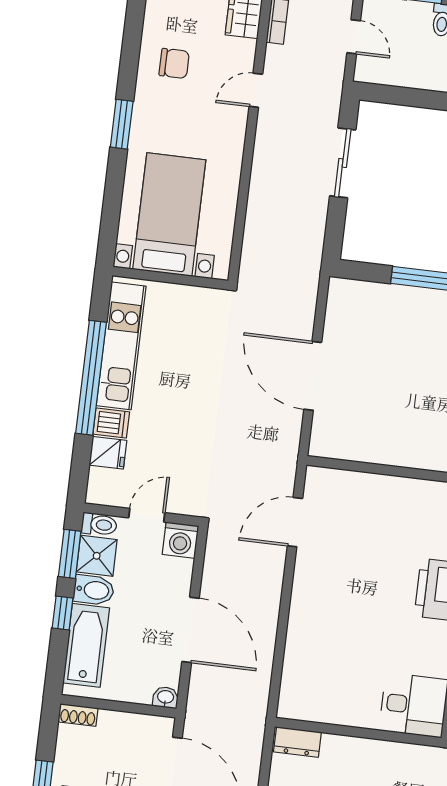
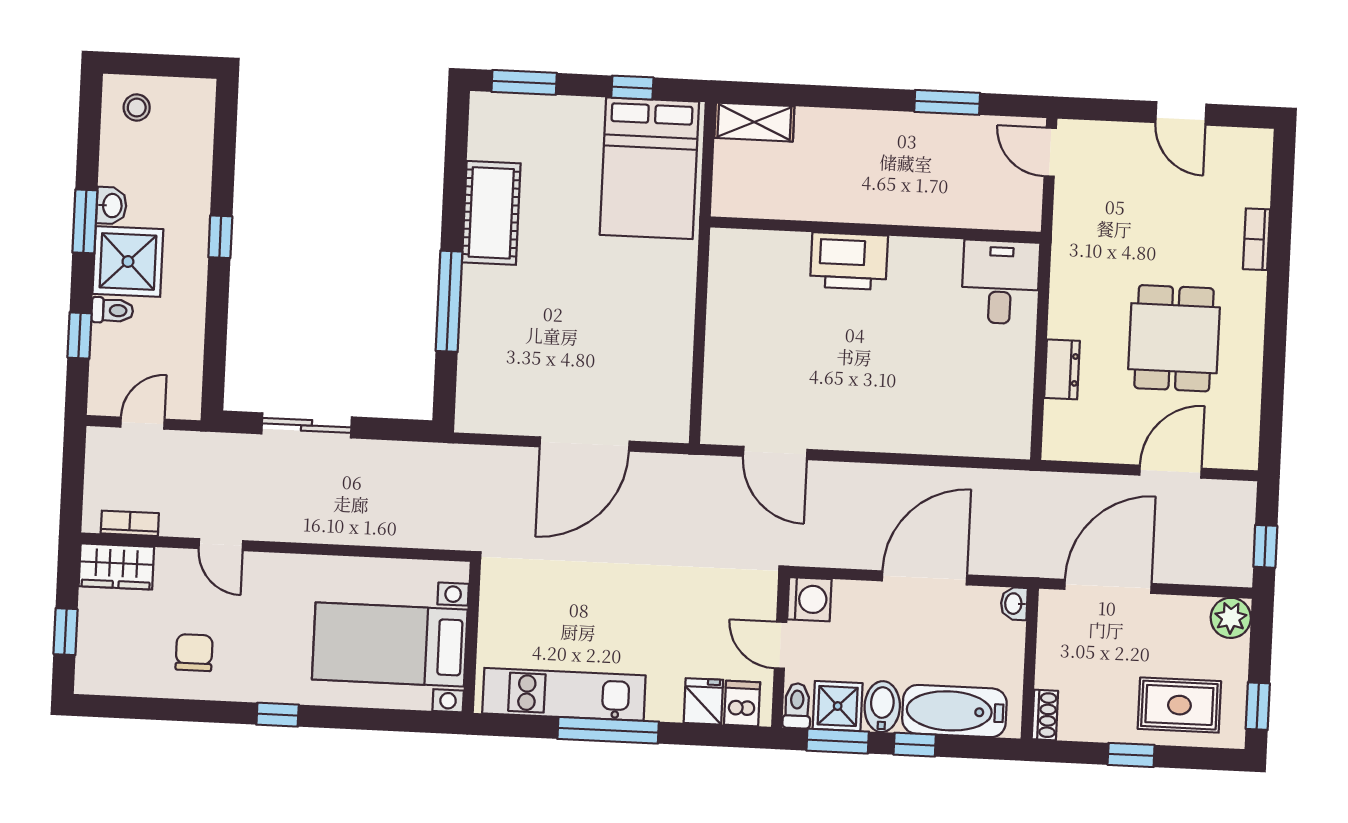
window: (122, 124) -> (278, 715), width x0.67
window: (91, 378) -> (608, 730), width x0.68
dishwasher: (111, 423) -> (742, 703), moved
dresser: (297, 742) -> (1062, 369), moved

